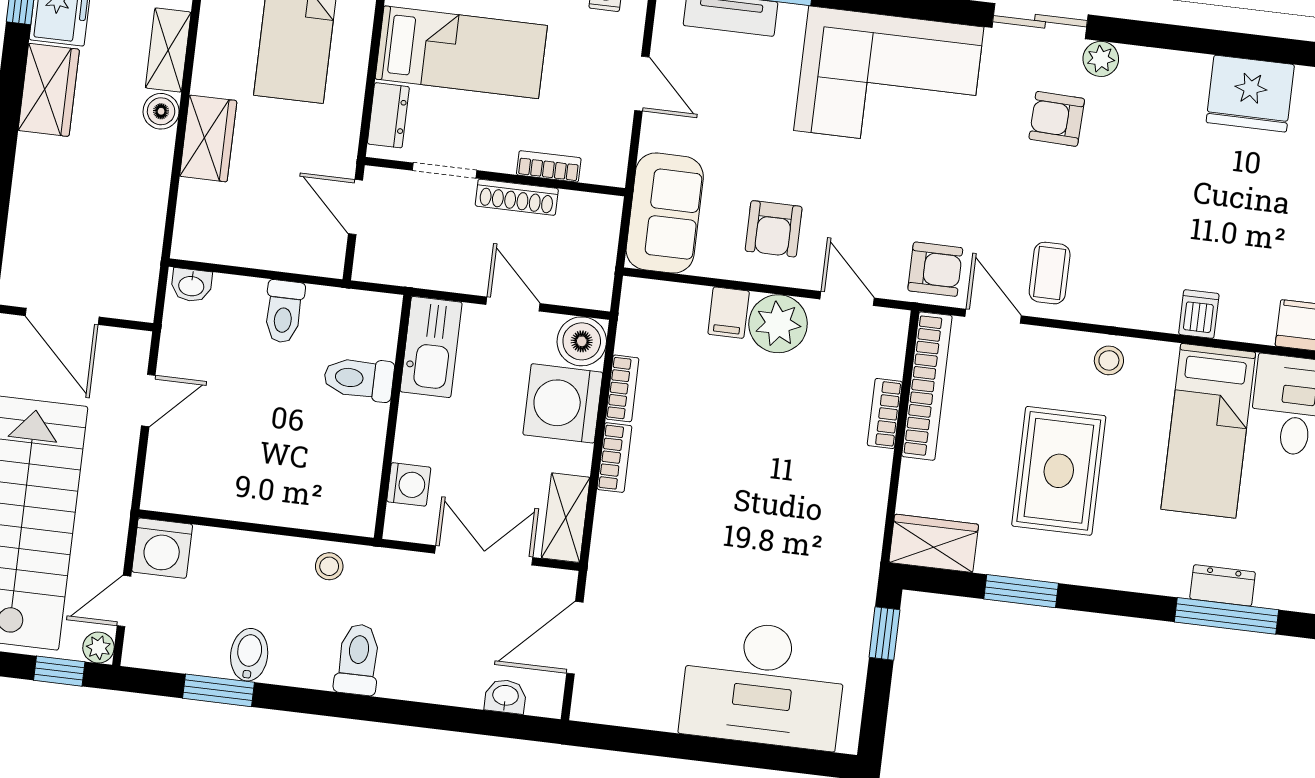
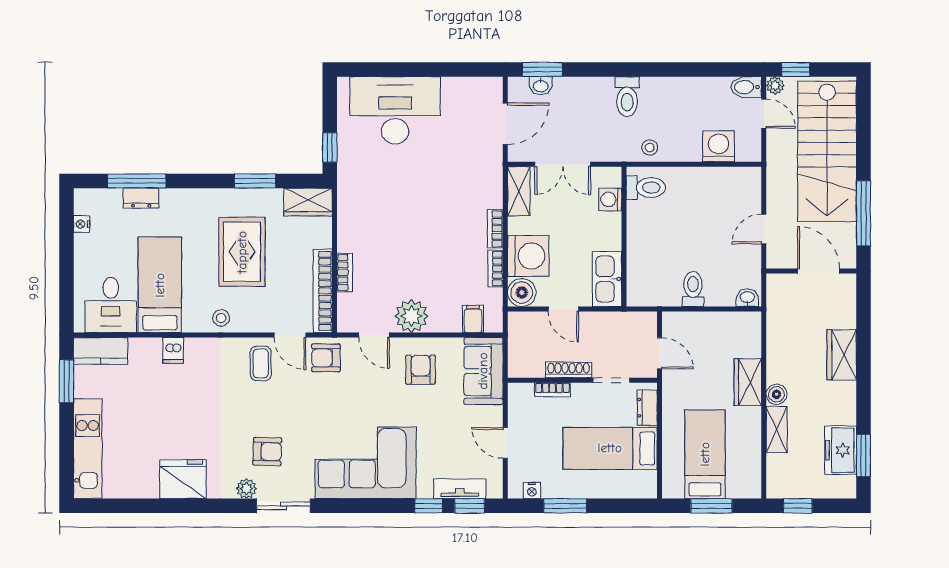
wardrobe: (49, 90) -> (842, 355), moved
fridge: (1250, 94) -> (183, 479), moved
filing cabinet: (729, 313) -> (473, 319), moved
toilet: (359, 379) -> (646, 187), moved
washing machine: (162, 548) -> (718, 146), moved
door: (124, 601) -> (764, 114), hinge flipped
bidet: (249, 655) -> (746, 87), moved, turned 90
window: (218, 690) -> (542, 69), moved

